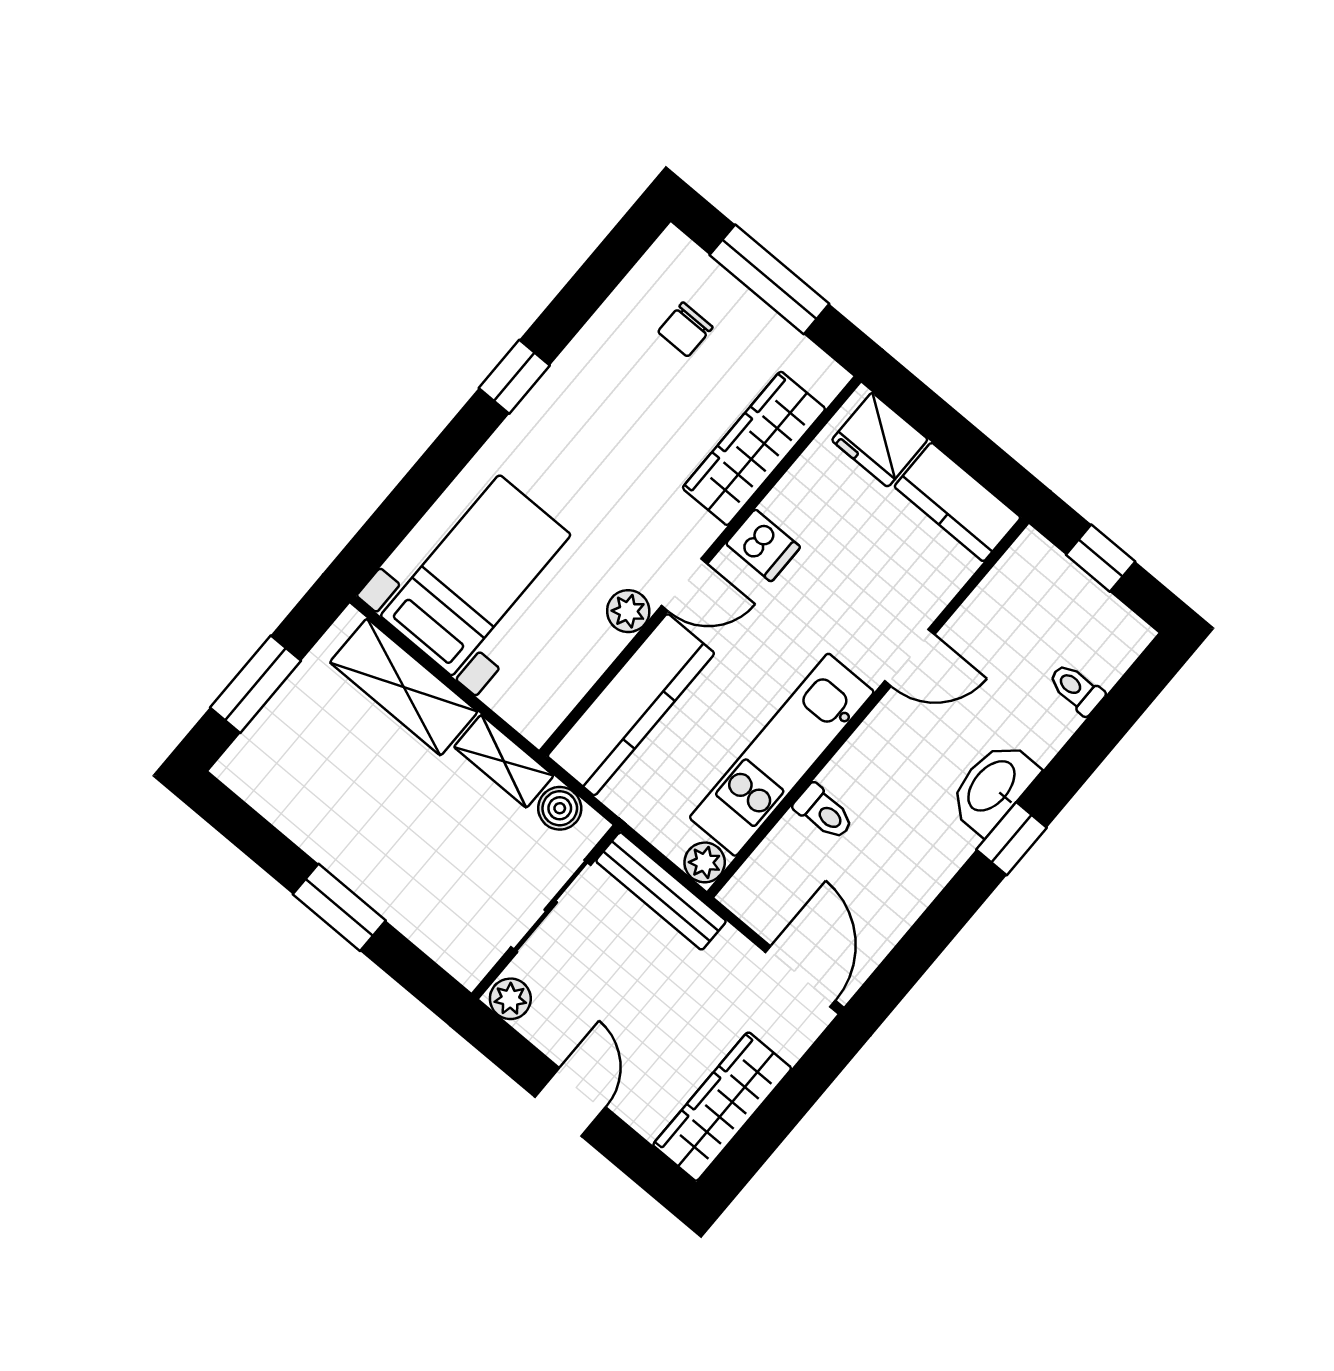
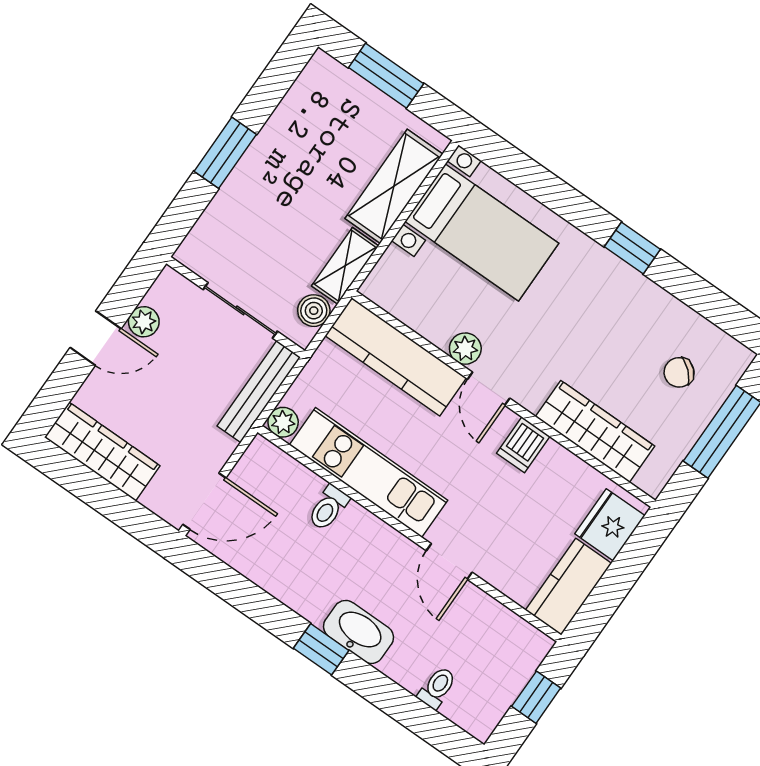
chair: (685, 329) -> (679, 372), turned -48
plant: (510, 999) -> (144, 322), moved

